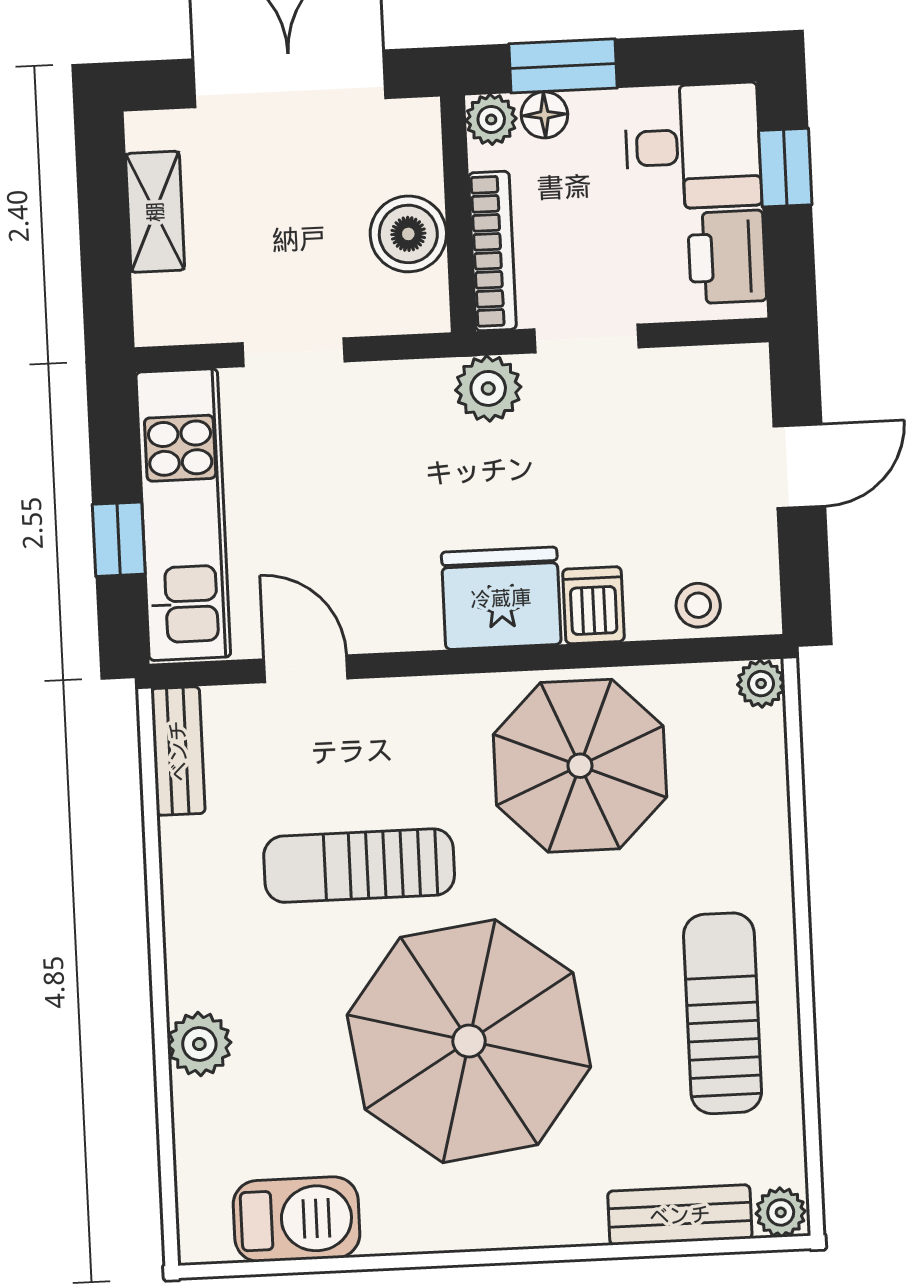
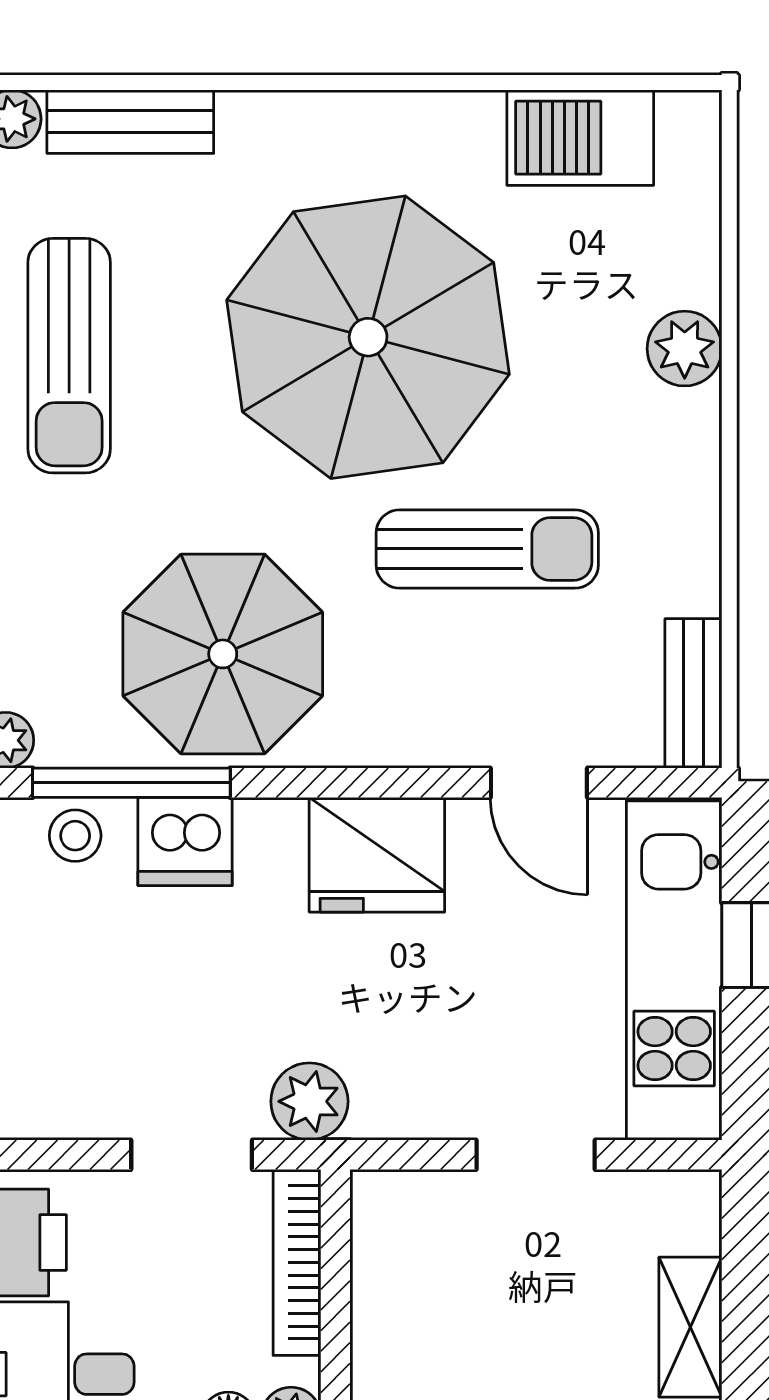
boiler: (408, 234) -> (395, 1287), removed
fridge: (501, 598) -> (377, 855), moved
dishwasher: (593, 605) -> (185, 841), width x1.38
window: (652, 652) -> (131, 783), added

